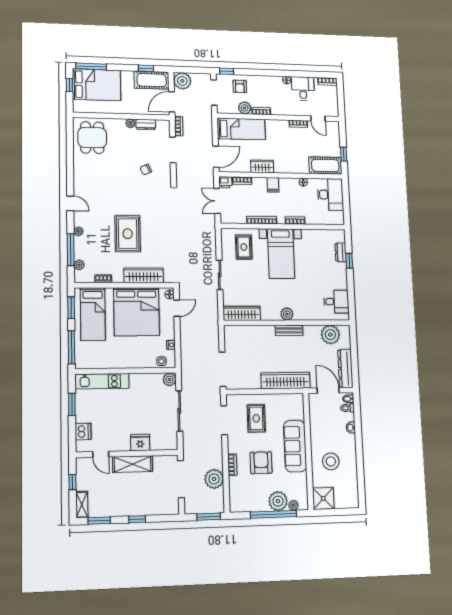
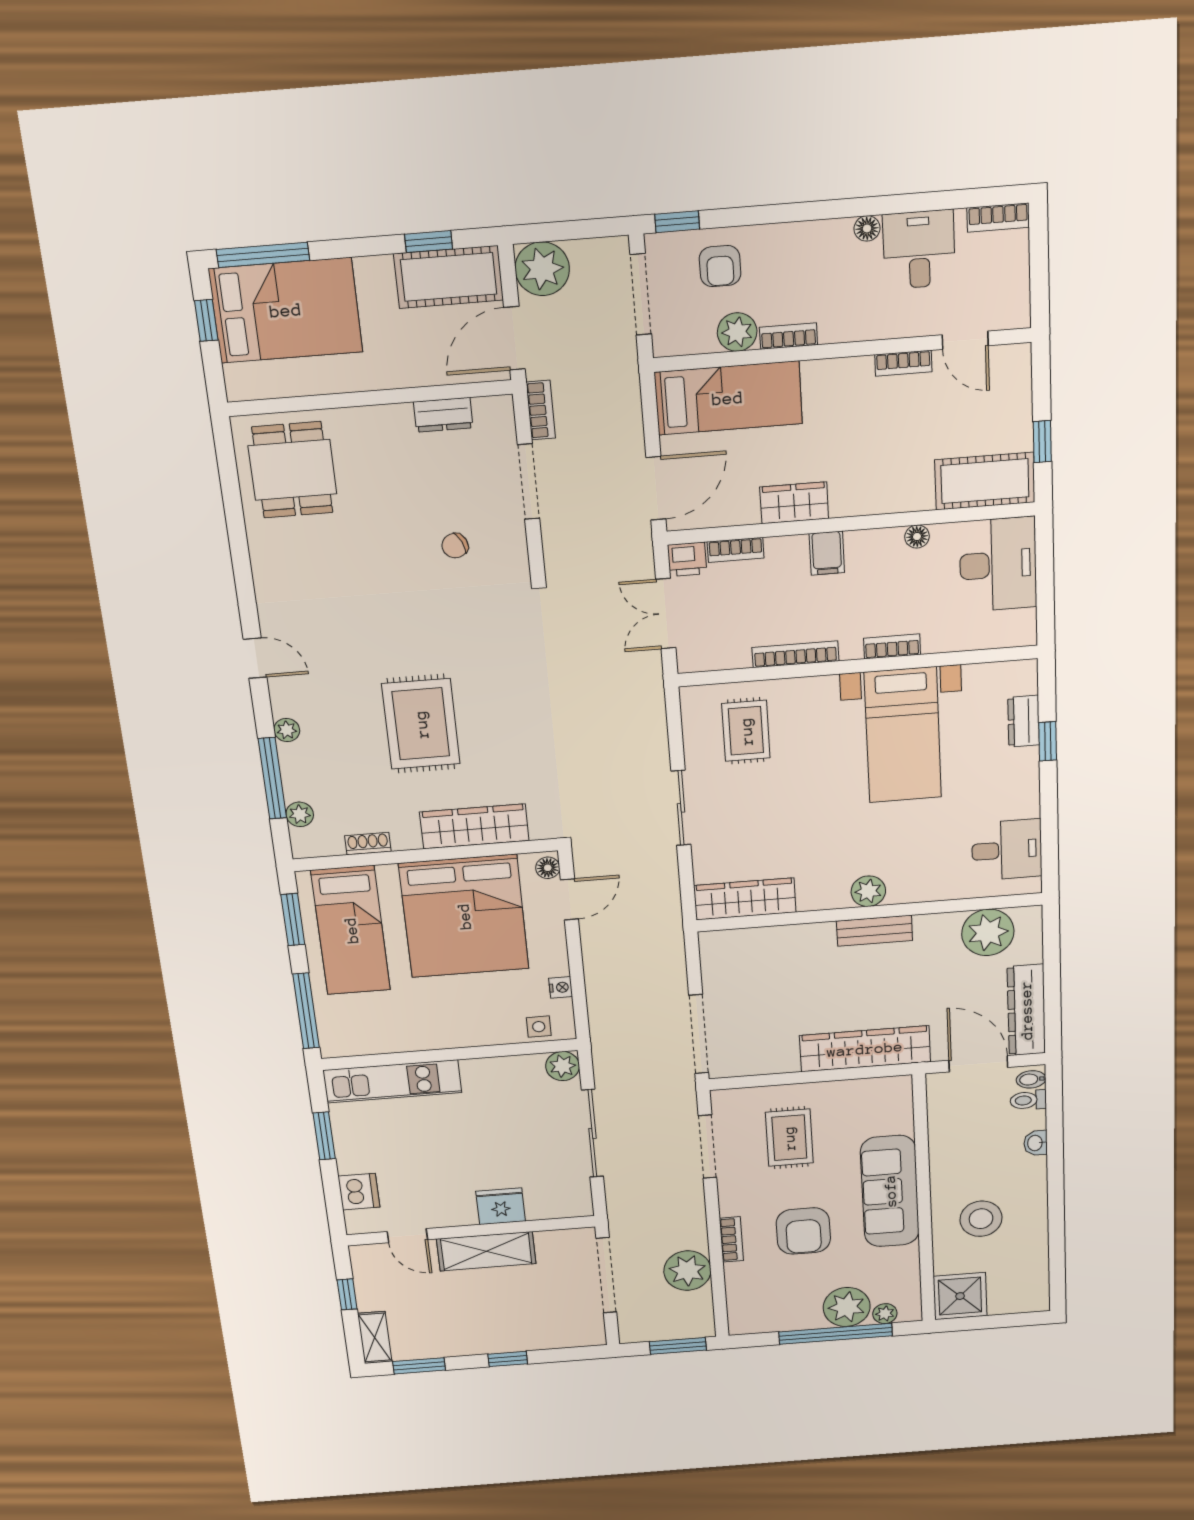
plant: (130, 123) -> (398, 417), removed
bed with nightstands: (281, 254) -> (903, 735), moved
armchair: (261, 463) -> (803, 1231), turned 180

